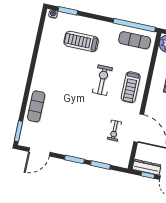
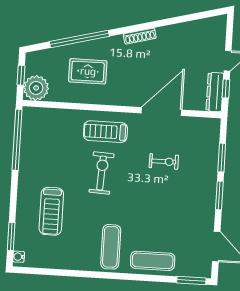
exercise mat: (135, 40) -> (111, 247), moved
exercise bike: (102, 80) -> (101, 173), turned 93
treadmill: (131, 87) -> (105, 132), turned 180
exercise bike: (114, 131) -> (164, 161), moved

